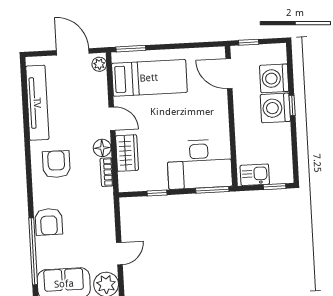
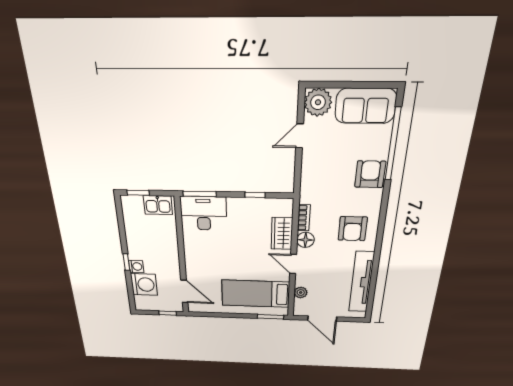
plant: (99, 64) -> (301, 292), moved
washing machine: (275, 108) -> (136, 266), width x0.53, depth x0.53
desk: (199, 164) -> (203, 213), width x0.73, depth x0.77

